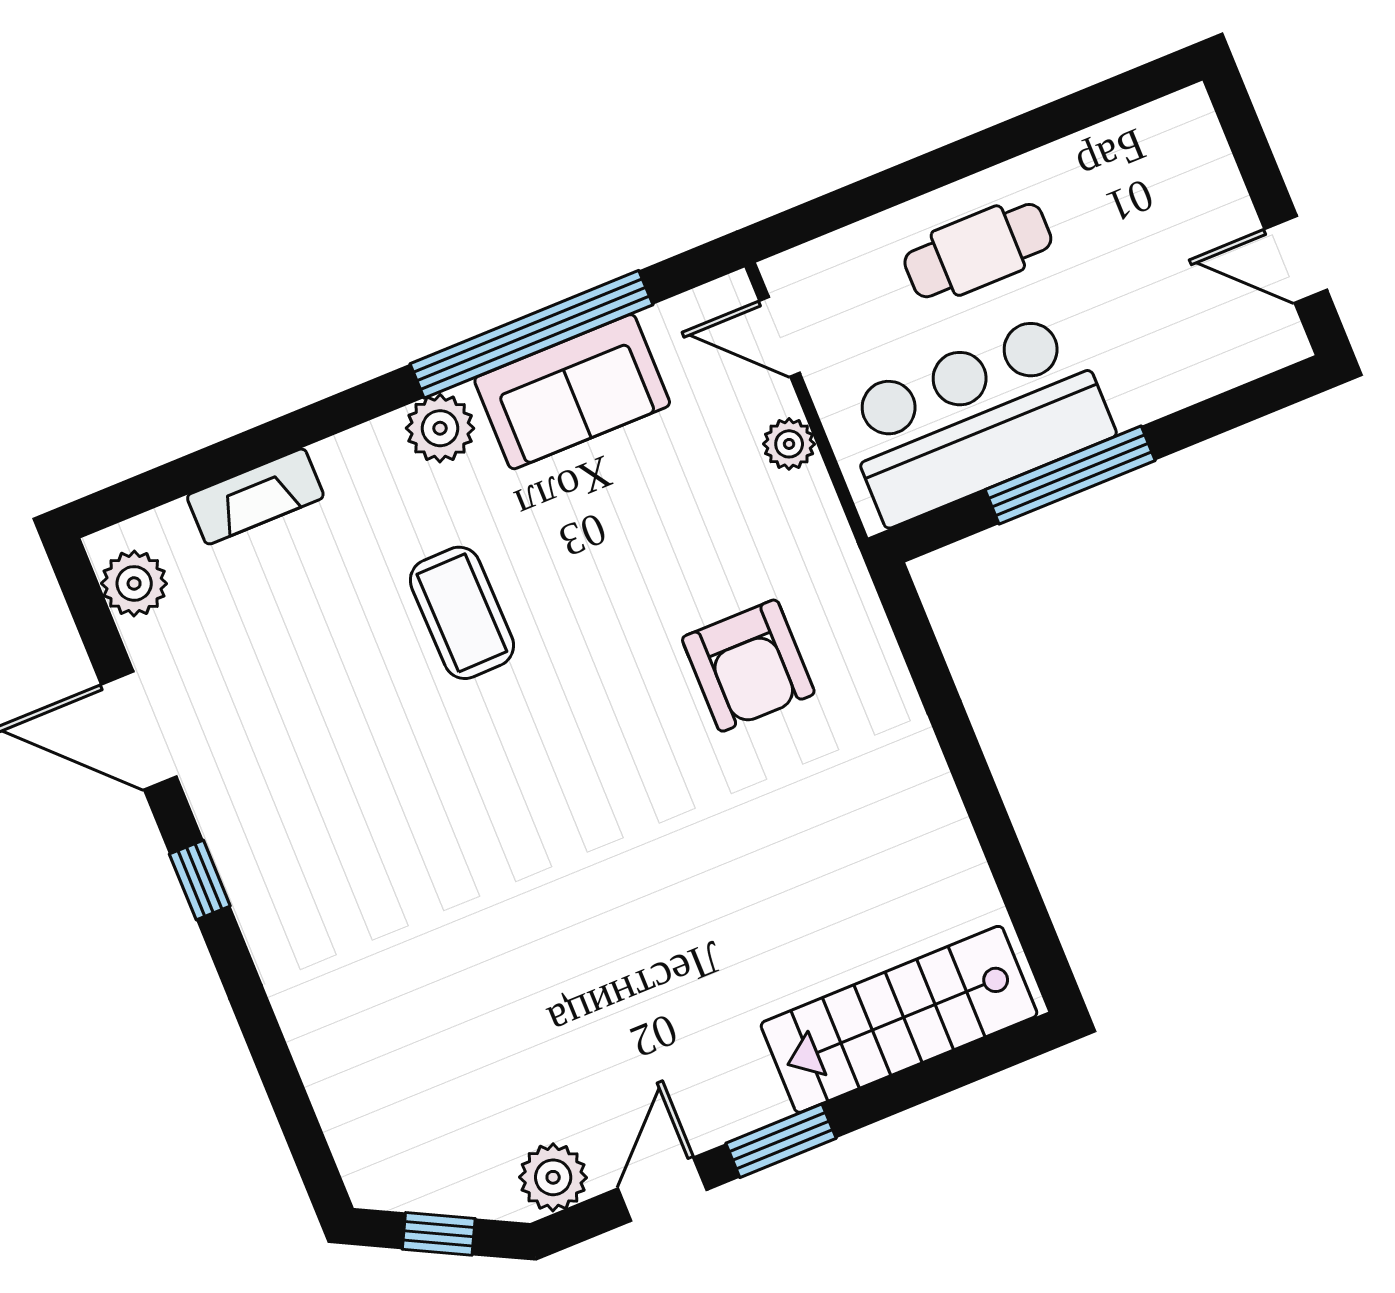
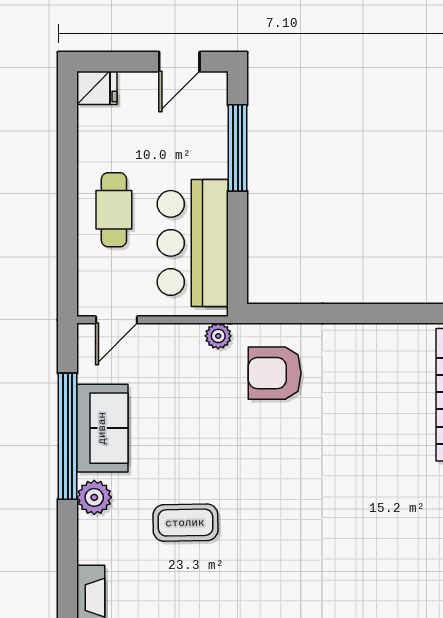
fridge: (1187, 129) -> (97, 88), added
plant: (789, 444) -> (218, 336), moved
window: (1070, 475) -> (238, 148), moved
armchair: (748, 666) -> (275, 373), moved, turned 180

